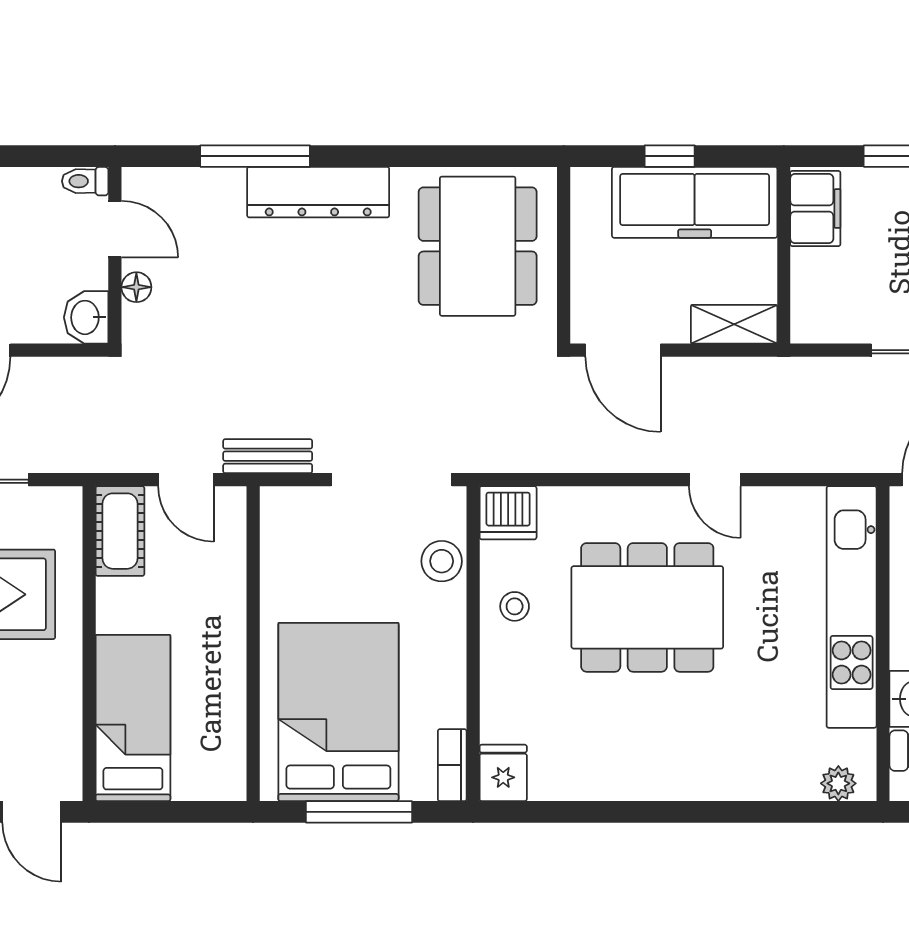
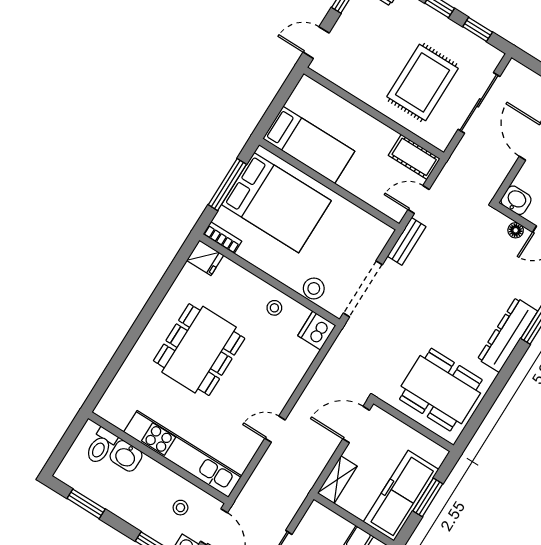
window: (670, 156) -> (428, 497), width x1.50
dining table: (647, 607) -> (199, 350), moved
bed: (133, 718) -> (309, 145), moved
plant: (838, 783) -> (110, 400), removed

